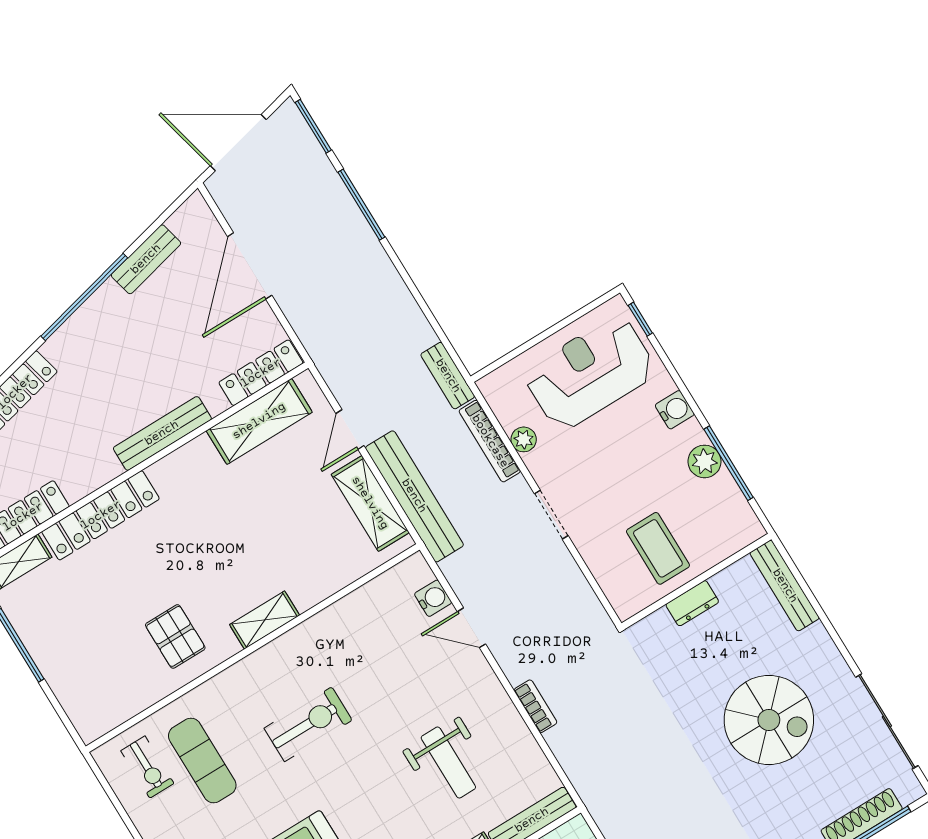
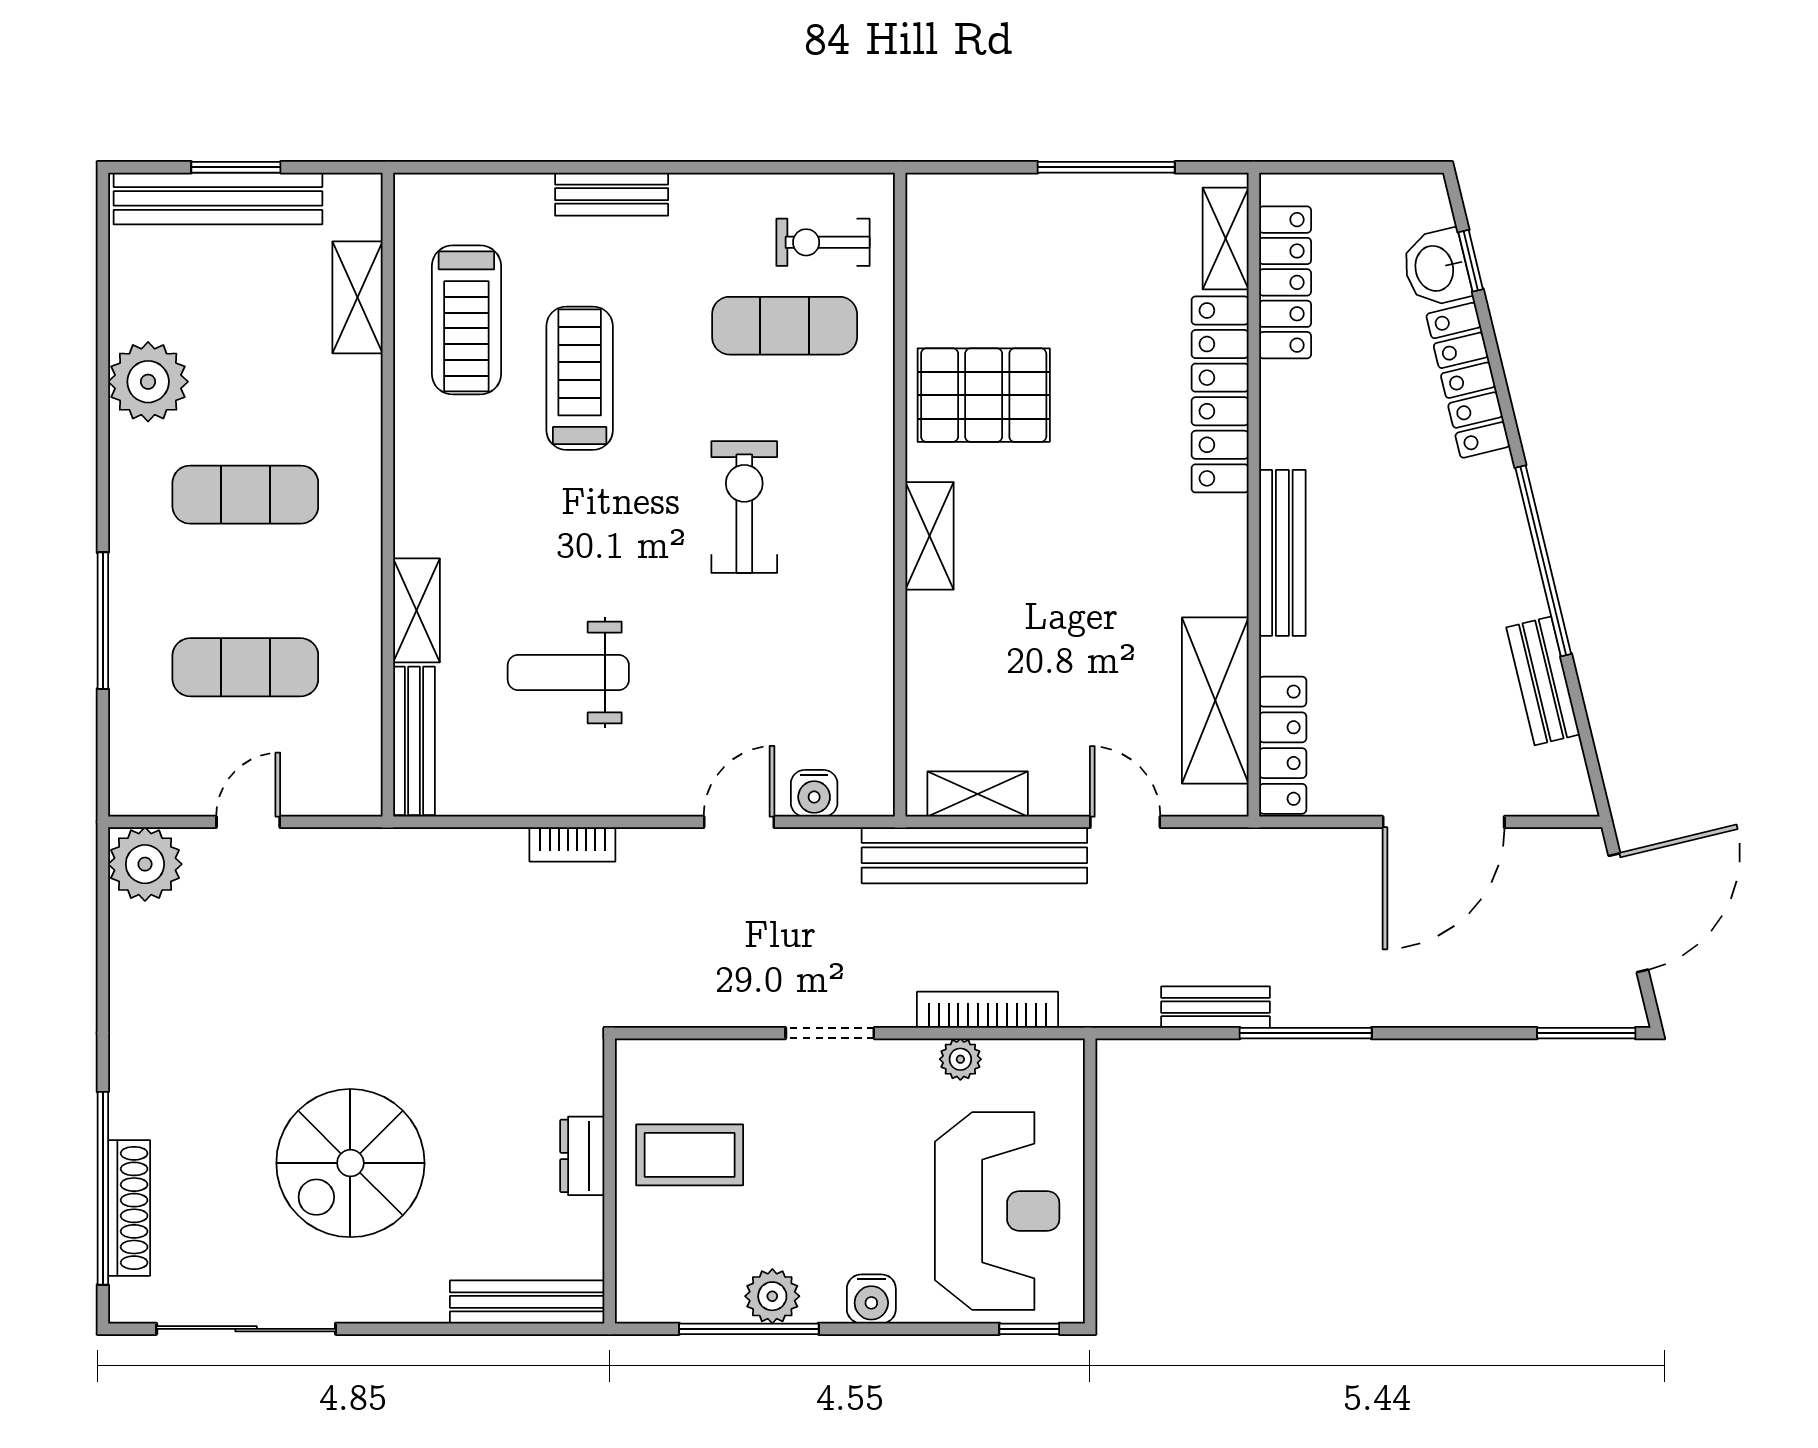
window: (361, 205) -> (1306, 1033), moved
door: (250, 266) -> (1444, 822), swing flipped
bench: (448, 376) -> (1215, 1007), moved
shelving: (370, 503) -> (978, 794), width x0.67, depth x0.75
pallet: (175, 636) -> (984, 395), width x1.50, depth x1.42
exercise bike: (308, 724) -> (744, 507), turned 180

